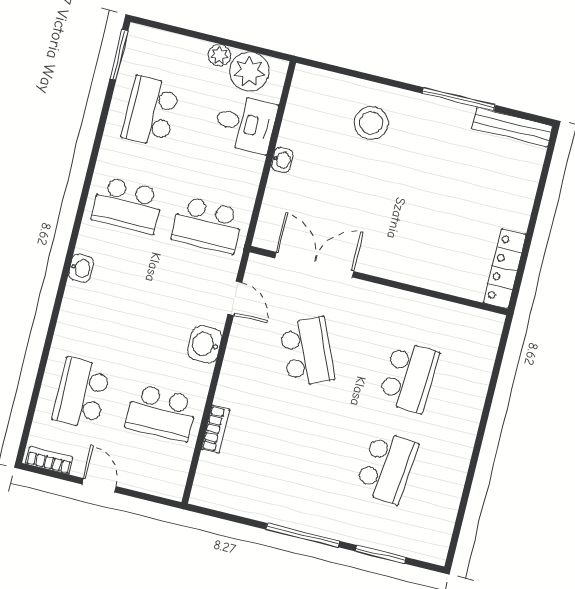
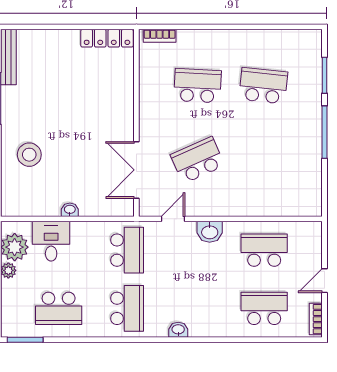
school desk: (81, 393) -> (264, 308), turned 180
school desk: (161, 413) -> (264, 250), turned -90
bookcase: (216, 429) -> (160, 36), moved, turned 180

